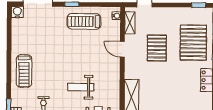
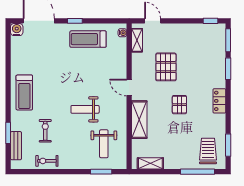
pallet: (193, 43) -> (179, 105), moved, width x0.49, depth x0.50
door: (122, 49) -> (129, 88), moved

